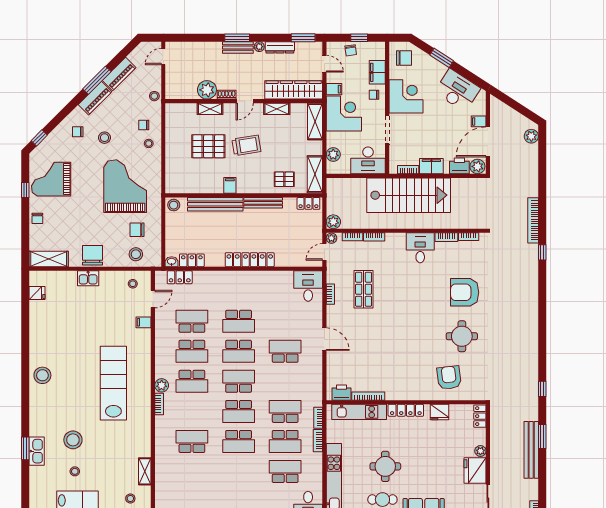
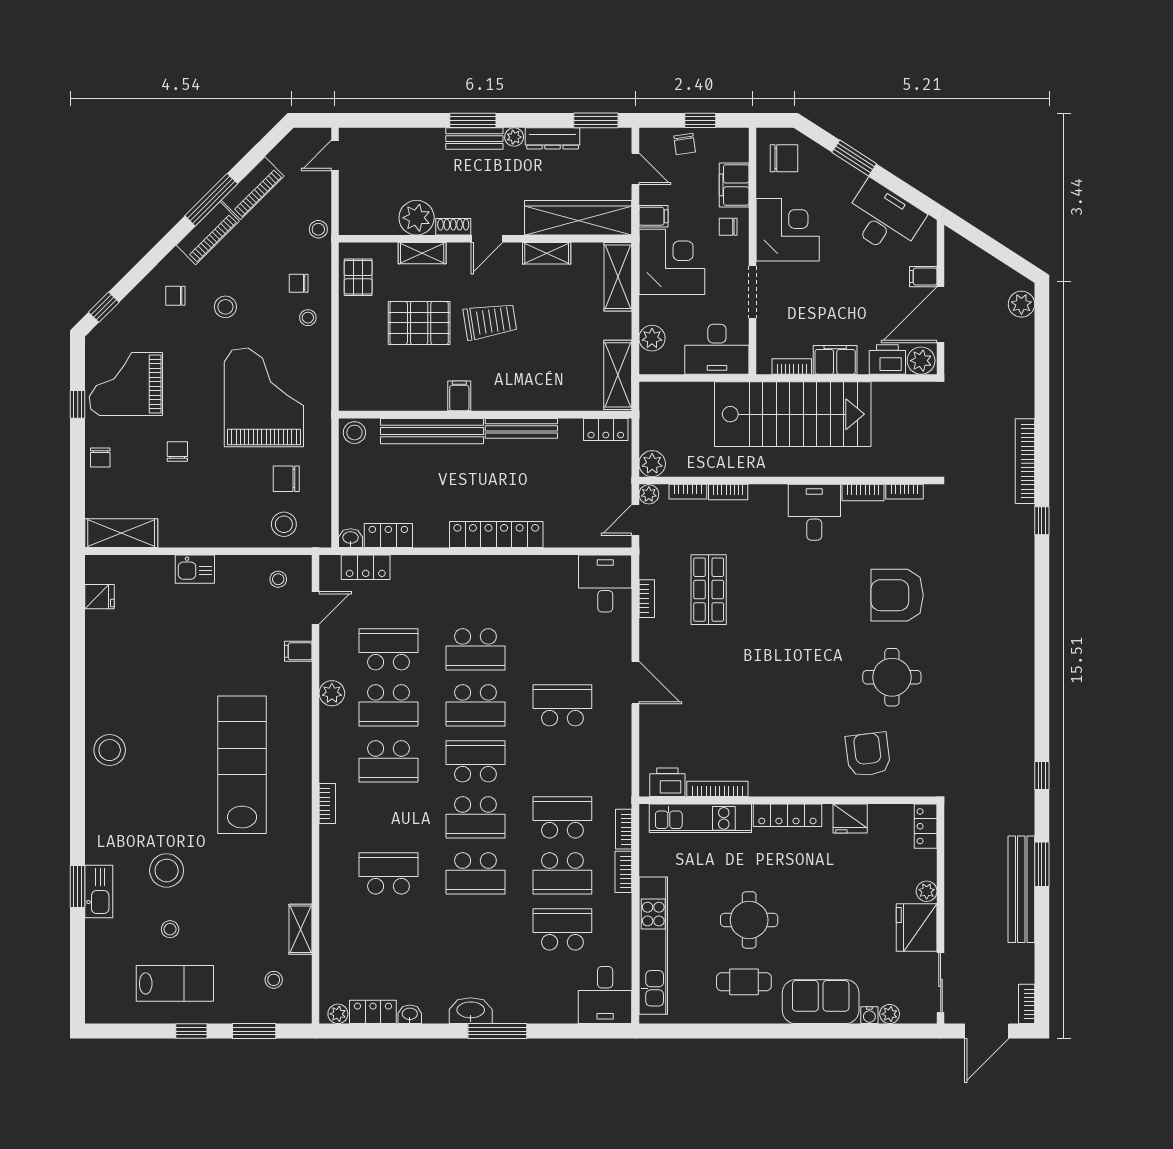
pallet: (284, 179) -> (358, 277), moved, turned 90
chair: (93, 255) -> (177, 451), moved, width x0.54, depth x0.54
plant: (162, 385) -> (332, 693), moved

